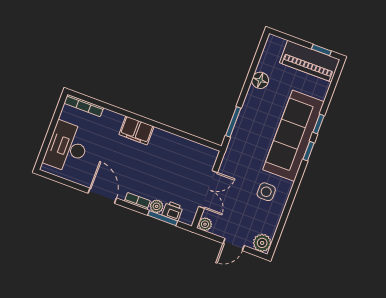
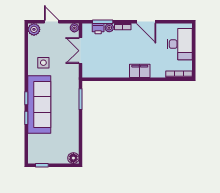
piano: (310, 61) -> (47, 155), removed
floor lamp: (260, 80) -> (73, 158), moved
door: (234, 245) -> (52, 22), hinge flipped

